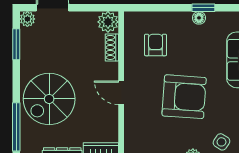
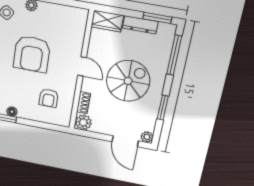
window: (16, 44) -> (163, 108), moved
armchair: (184, 97) -> (32, 54), turned -94
spiral stairs: (49, 99) -> (128, 81), moved

